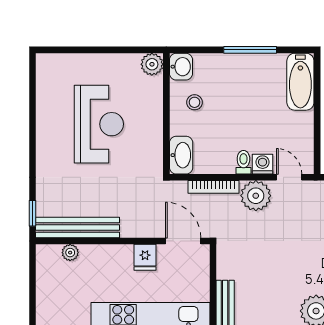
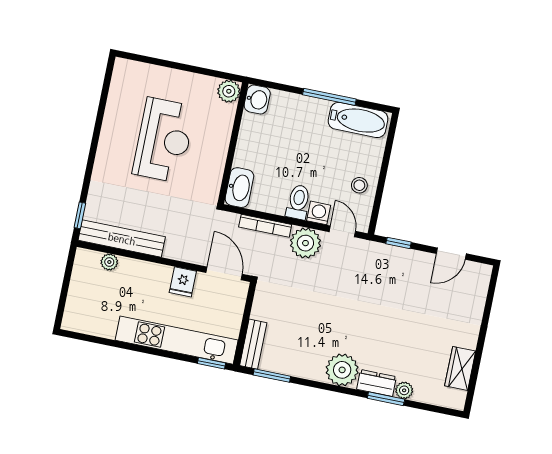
bathtub: (300, 82) -> (358, 120), moved, turned -90
stool: (195, 102) -> (359, 185), moved
toilet: (243, 162) -> (298, 202), width x1.37, depth x1.39

